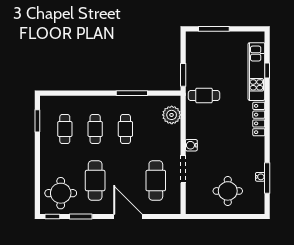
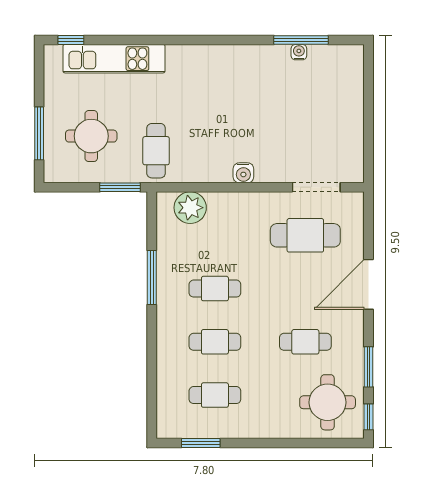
window: (267, 70) -> (71, 40), moved
locker: (259, 119) -> (197, 55), removed
doorway: (183, 169) -> (316, 187), moved
cafe table: (95, 181) -> (305, 342), width x0.73, depth x0.74
round table: (228, 191) -> (91, 136), moved

